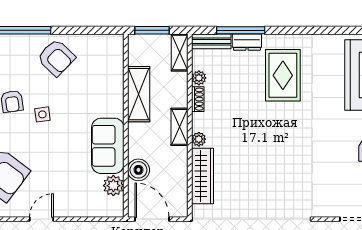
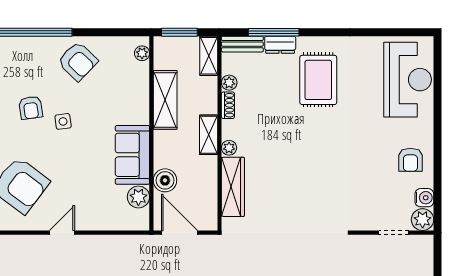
plant: (117, 50) -> (142, 53), added

